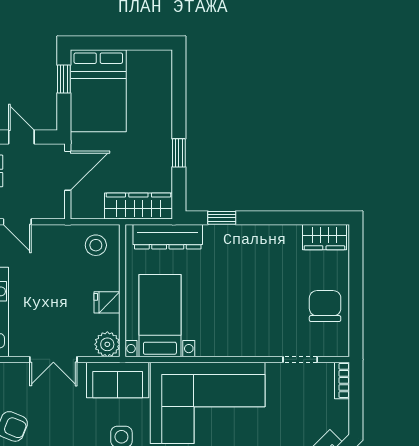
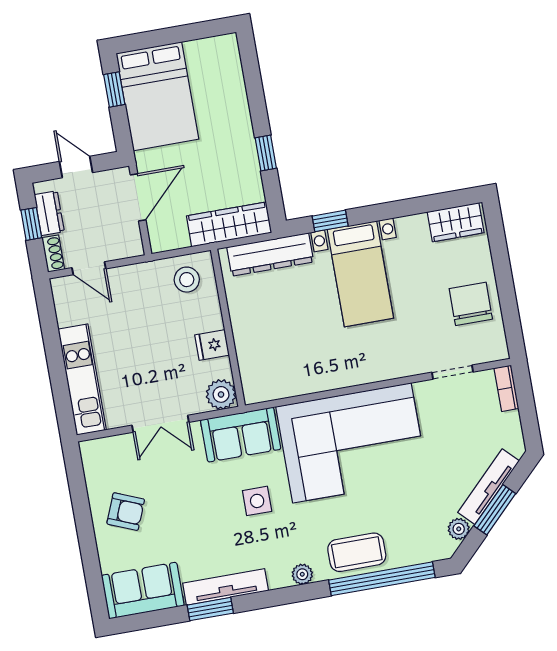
bed with nightstands: (160, 316) -> (360, 274), moved, turned 180

